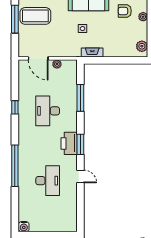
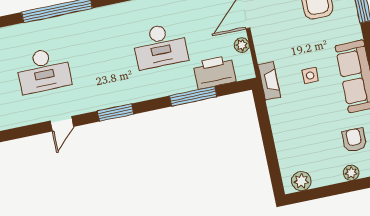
fireplace: (92, 53) -> (269, 81), moved
desk: (48, 111) -> (160, 46), turned 180
printer: (69, 143) -> (215, 72), moved

